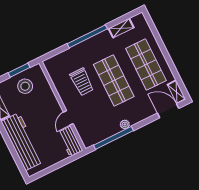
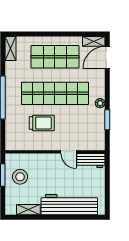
shelving: (121, 28) -> (11, 48), moved
shop shelf: (114, 80) -> (55, 93), width x1.40
window: (113, 138) -> (107, 120), width x0.47

